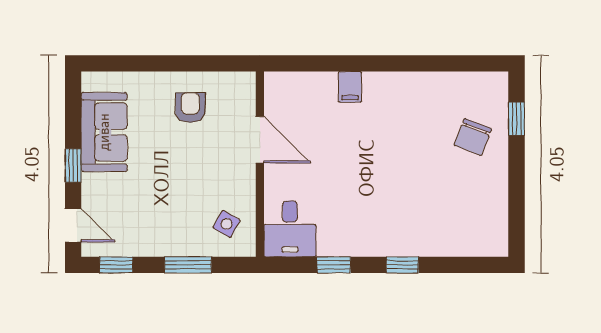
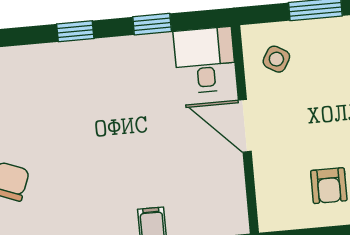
door: (260, 140) -> (245, 126), moved

